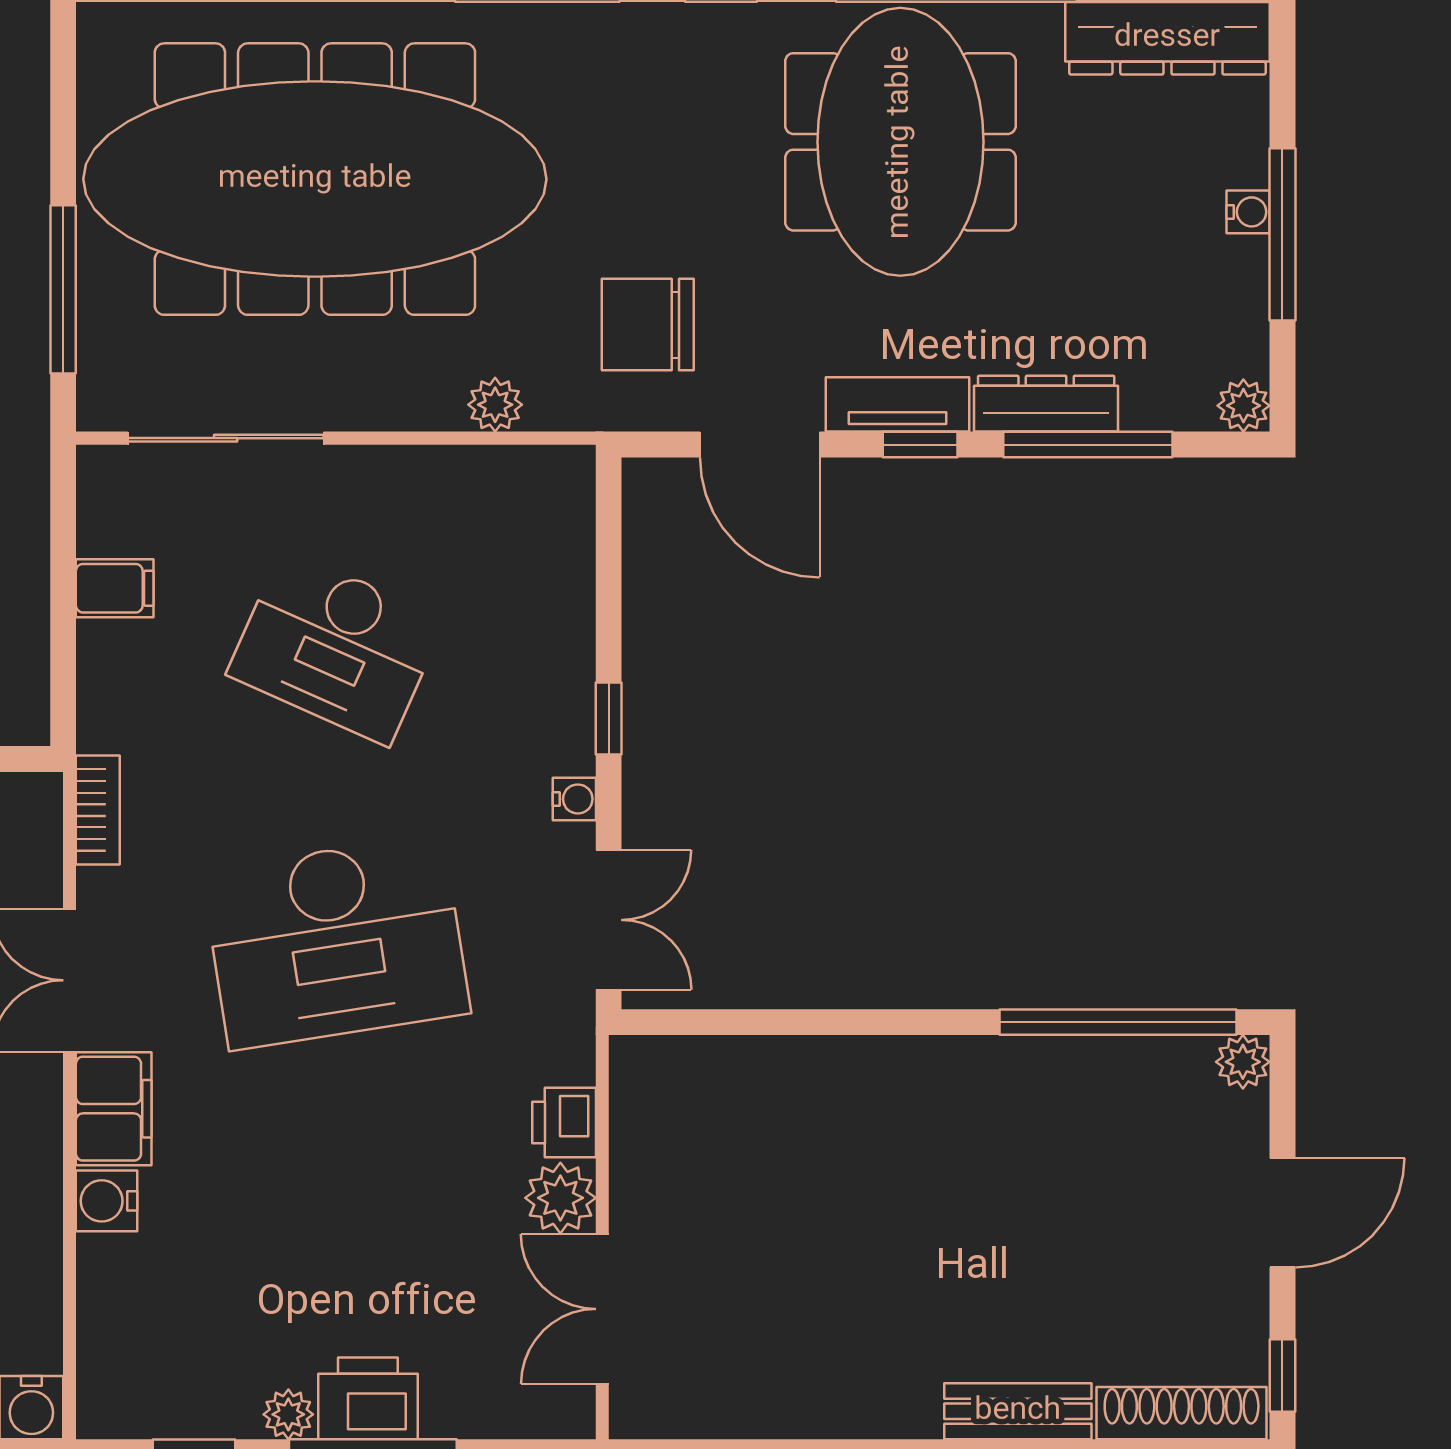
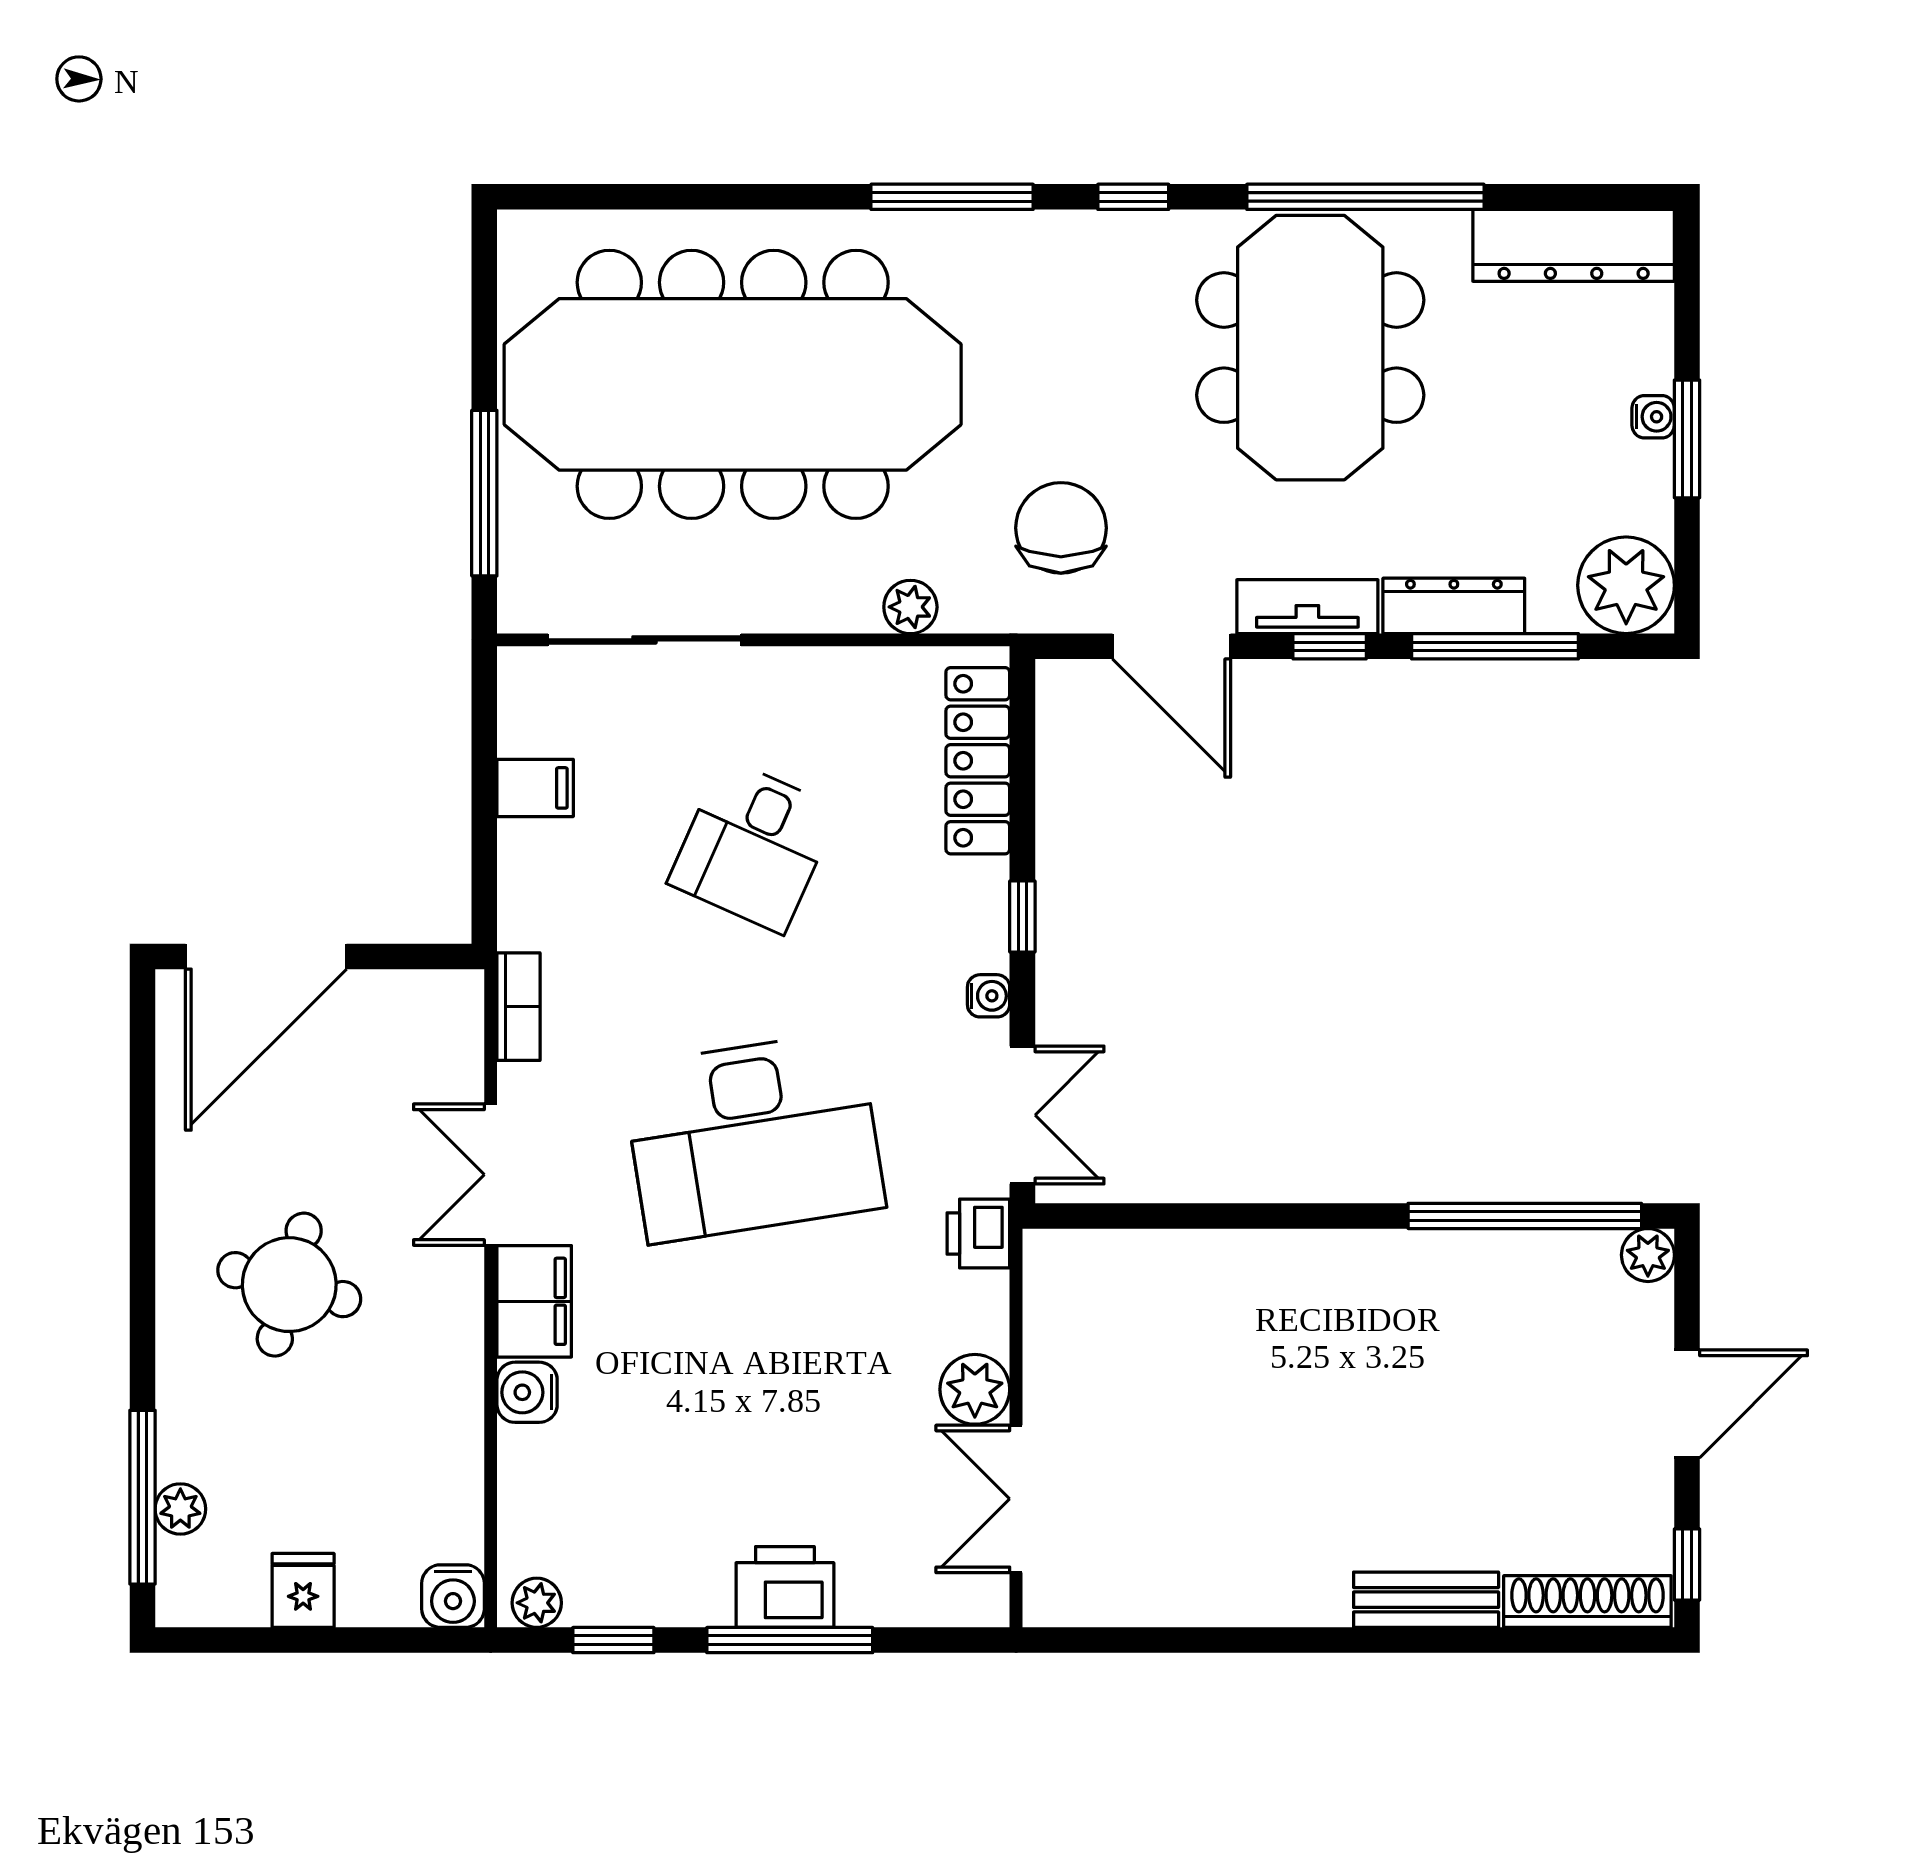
window: (1282, 234) -> (1687, 439), width x0.69
chair: (648, 325) -> (1061, 528), turned 90
plant: (1243, 406) -> (1626, 585), width x1.87, depth x1.87
locker: (563, 561) -> (978, 761), added
desk: (336, 647) -> (753, 846), width x0.73
printer: (564, 1123) -> (978, 1234), moved
plant: (288, 1414) -> (537, 1603), moved

